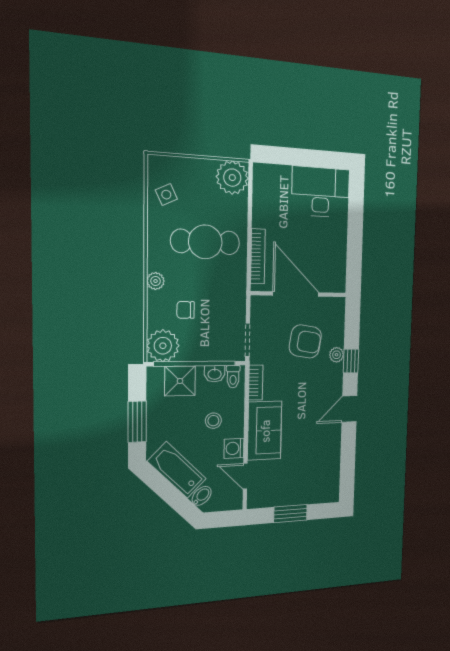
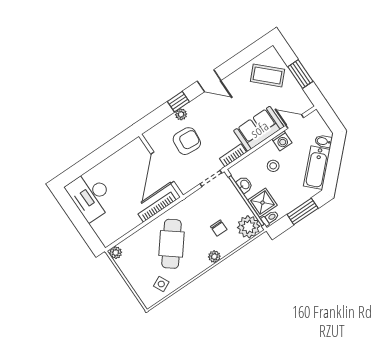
plant: (232, 178) -> (116, 253), width x0.53, depth x0.53
cafe table: (205, 242) -> (172, 244), turned 38
armchair: (305, 341) -> (187, 141), turned 86
toilet: (233, 377) -> (270, 218), moved
door: (245, 476) -> (295, 121), swing flipped
coffee table: (313, 476) -> (268, 75), added

